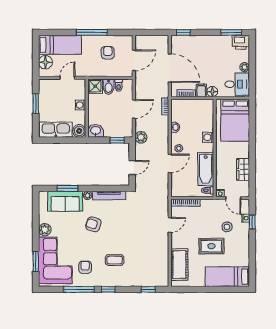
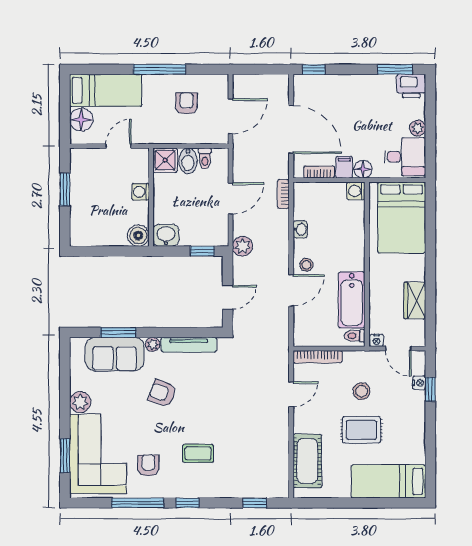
kitchen sink: (56, 130) -> (99, 233), removed
washing machine: (208, 137) -> (356, 191), moved
stool: (227, 227) -> (362, 391), moved

